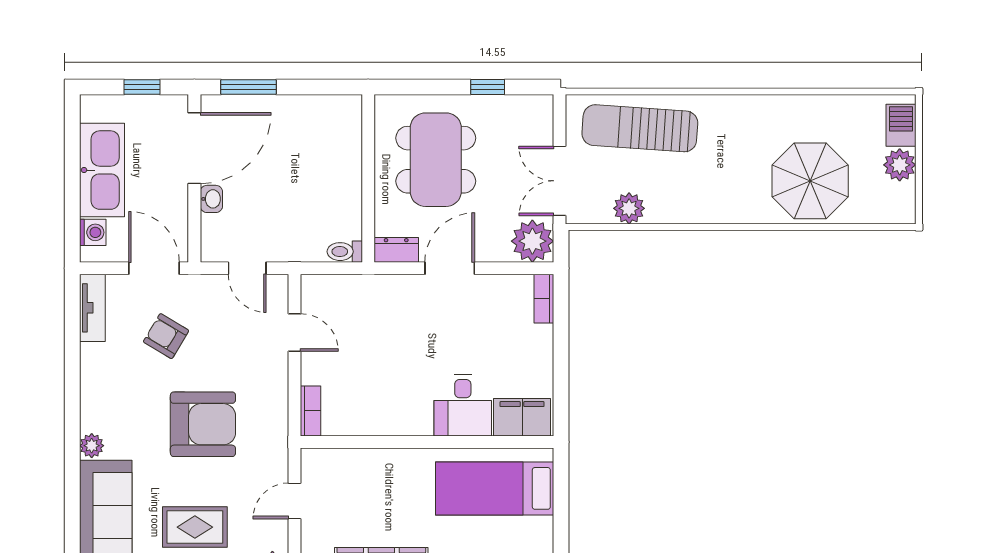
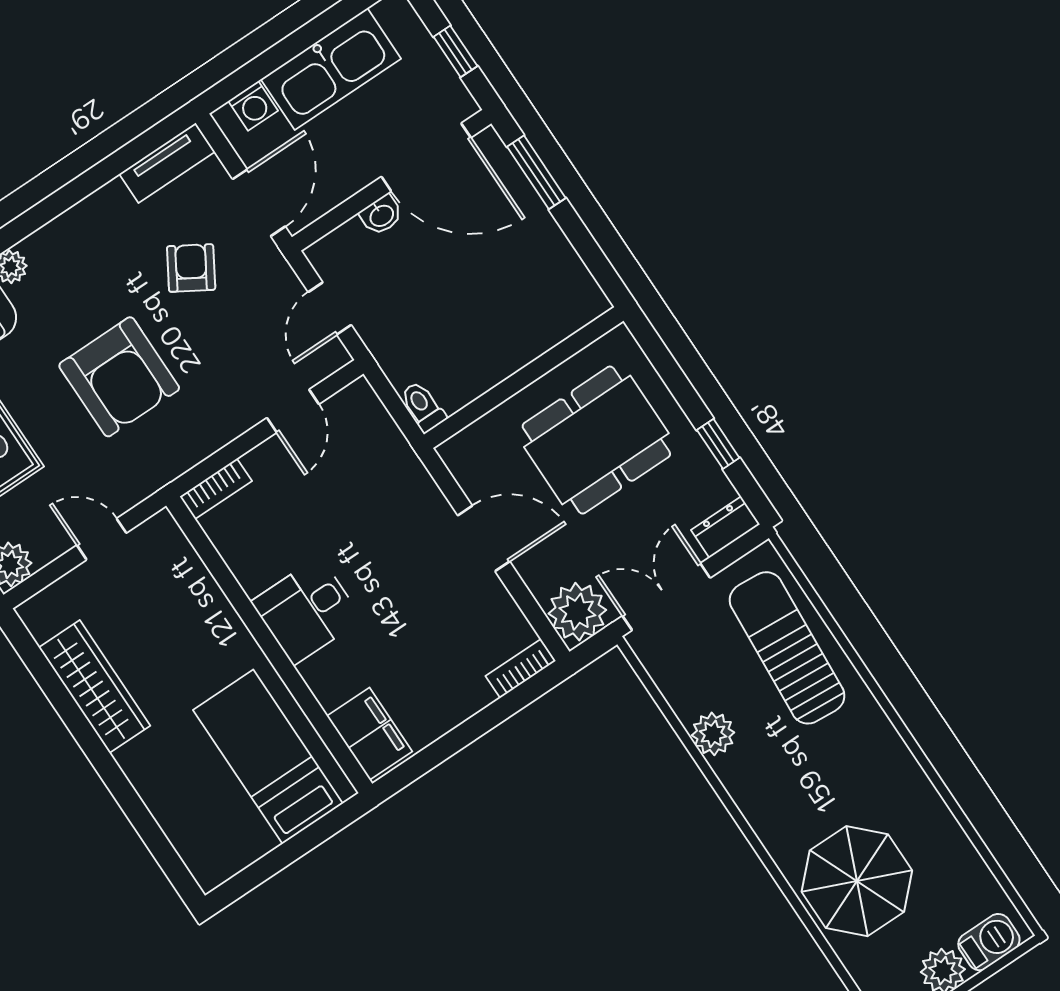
plant: (629, 208) -> (713, 734), moved
dresser: (396, 250) -> (725, 527), moved, turned -90
desk: (463, 405) -> (307, 611), moved

